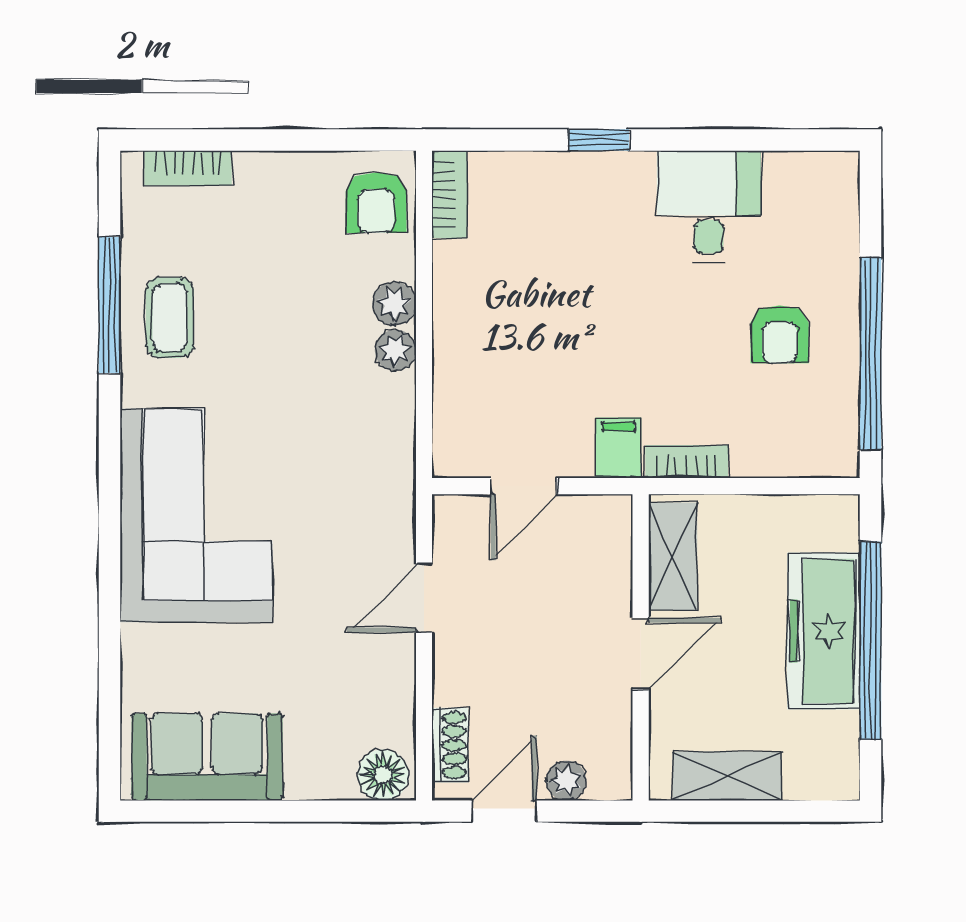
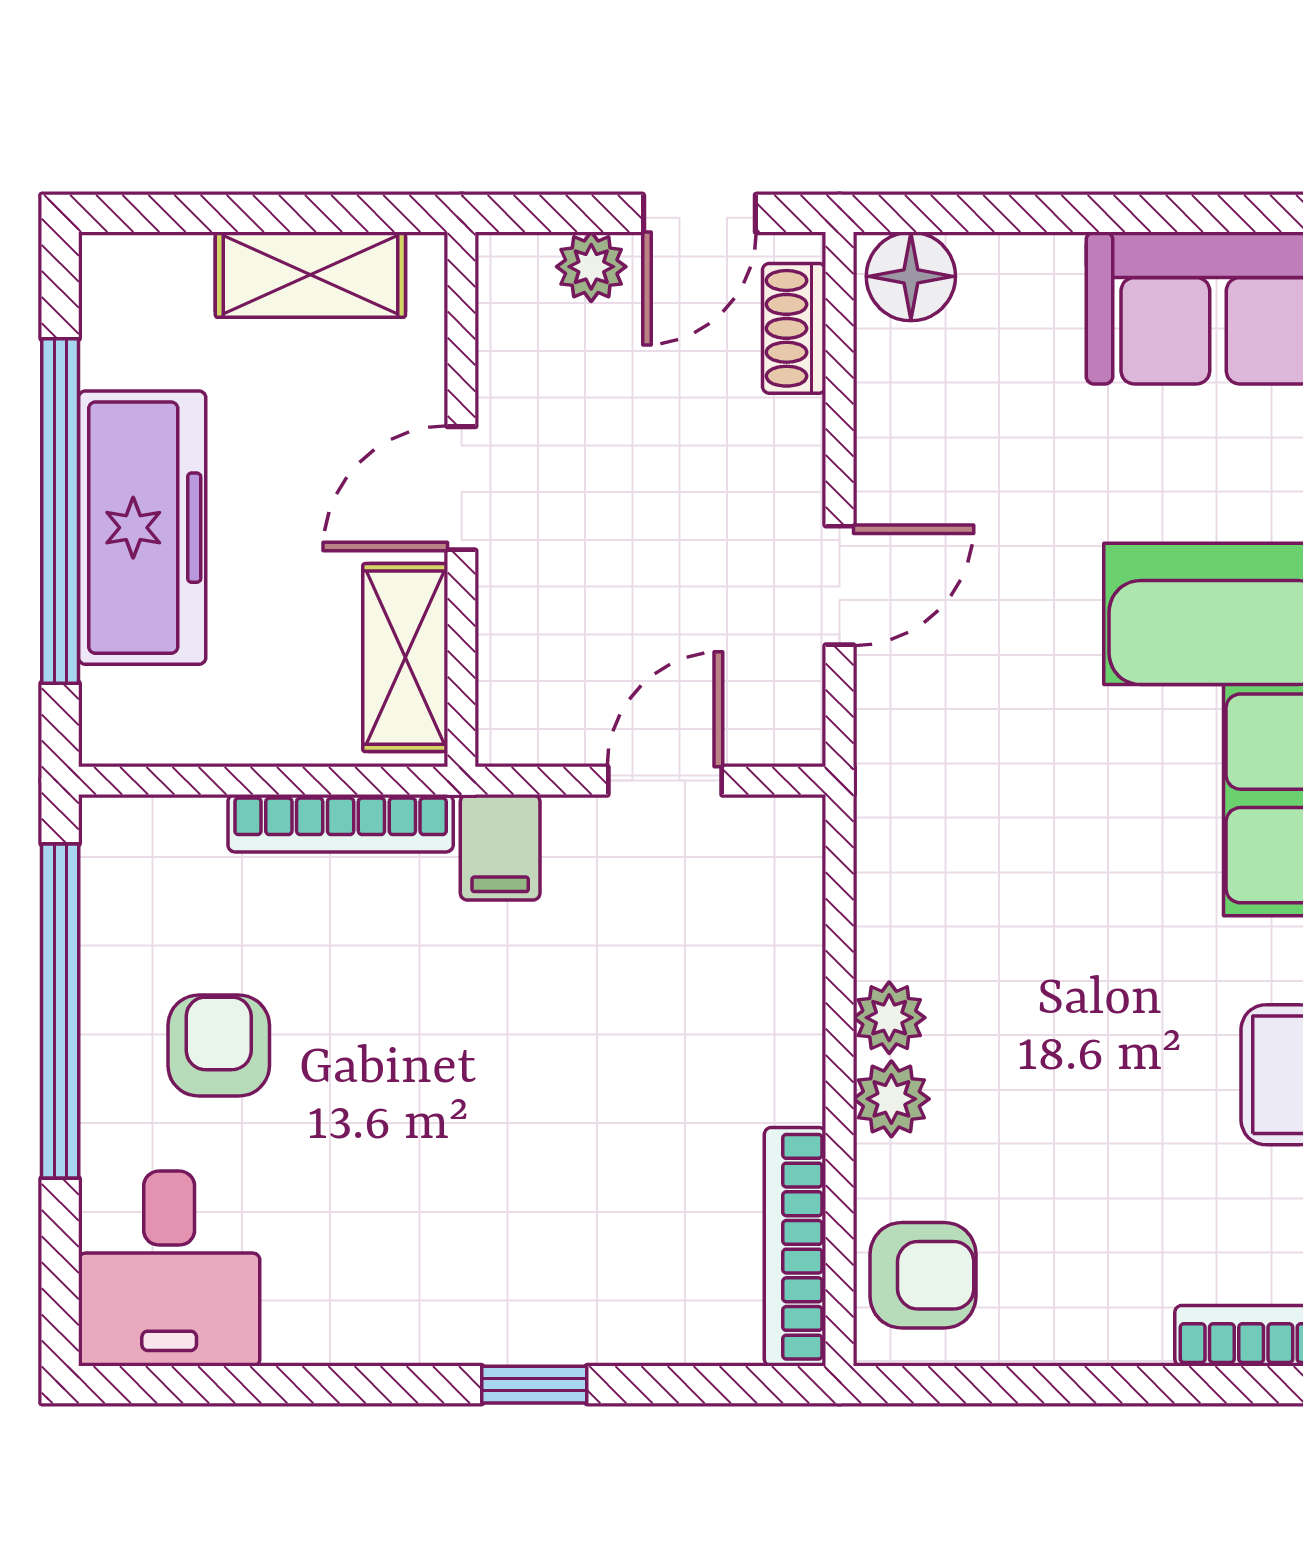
bookcase: (449, 194) -> (795, 1247), width x1.56
armchair: (376, 203) -> (923, 1275), turned 90
desk: (709, 206) -> (169, 1269), moved
bookcase: (687, 462) -> (341, 823), width x1.56

